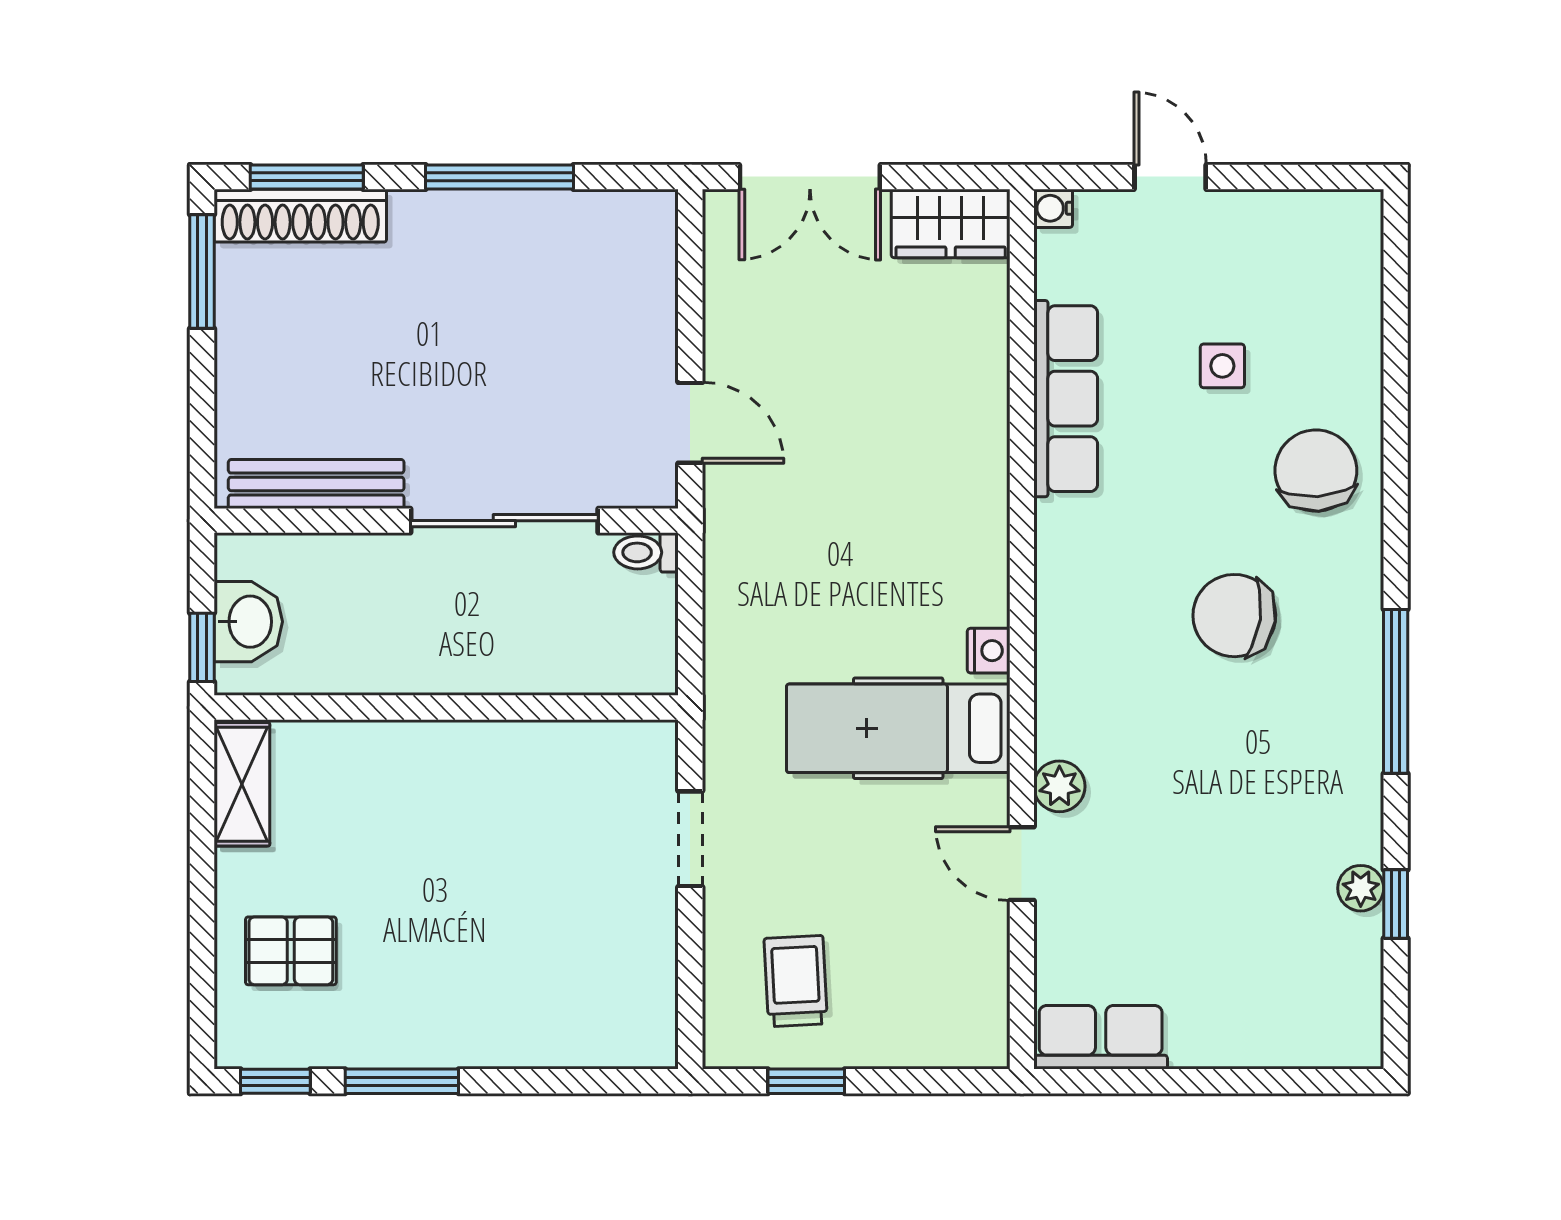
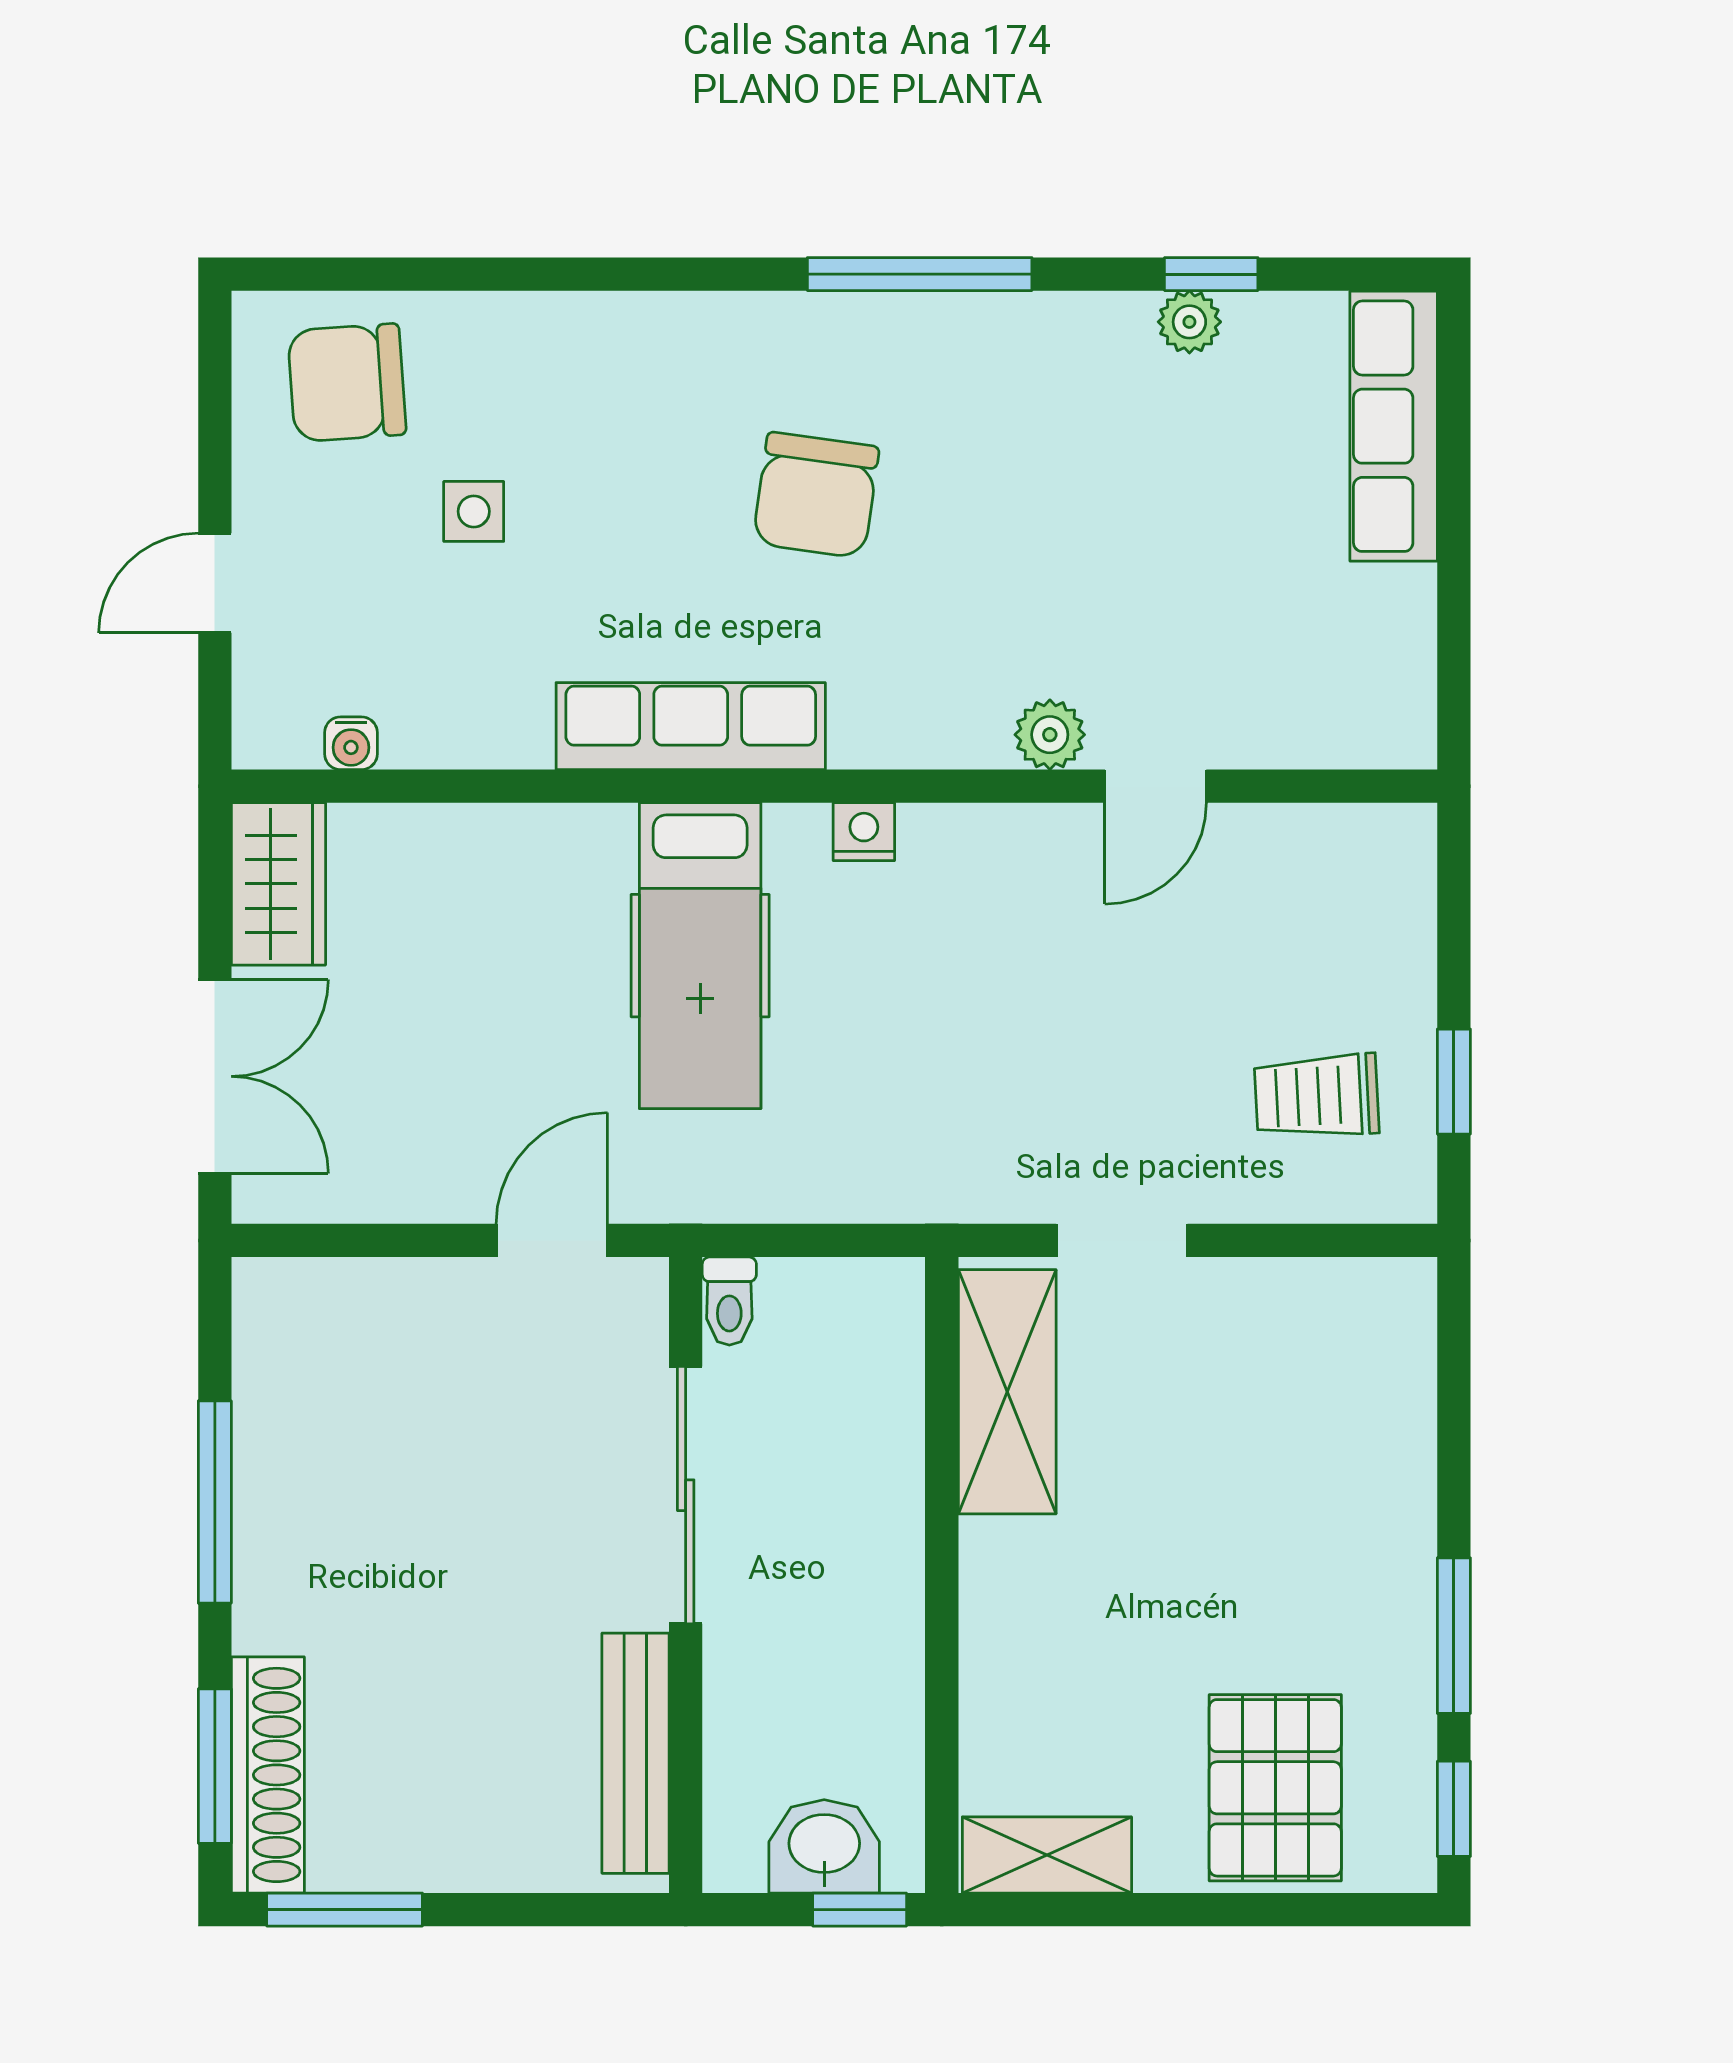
water cooler: (1053, 208) -> (351, 743), moved
row of seats: (1066, 399) -> (691, 726), moved
chair: (1316, 471) -> (347, 383), moved
hospital bed: (898, 728) -> (700, 956), moved
shelving: (580, 755) -> (1007, 1392), added
pallet: (291, 951) -> (1275, 1788), width x1.50, depth x1.42
row of seats: (1101, 1037) -> (1394, 426), moved, width x1.48

